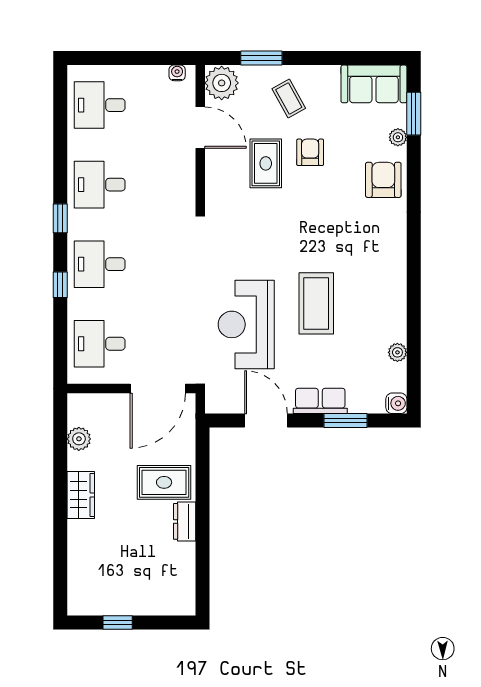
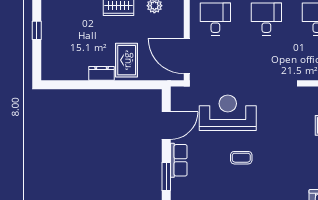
coffee table: (316, 303) -> (241, 158), width x0.54, depth x0.58

